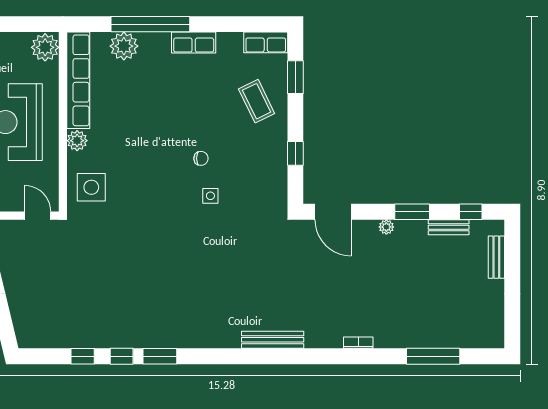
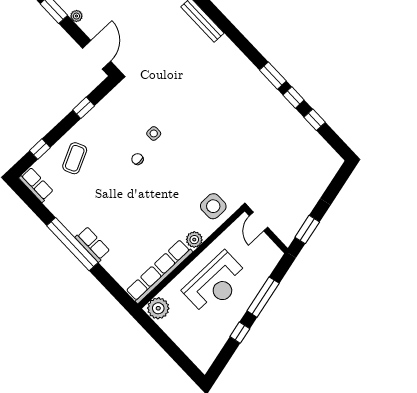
window: (150, 24) -> (72, 244), moved
row of seats: (194, 43) -> (92, 244), moved
plant: (124, 46) -> (115, 264), removed
window: (295, 77) -> (40, 149), width x0.67

